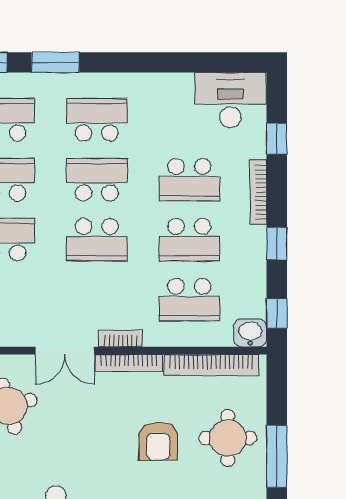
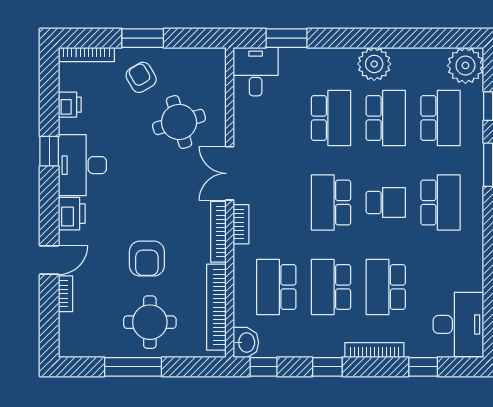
school desk: (97, 180) -> (386, 202), width x0.54
armchair: (158, 441) -> (147, 259), turned -90

